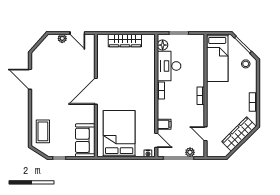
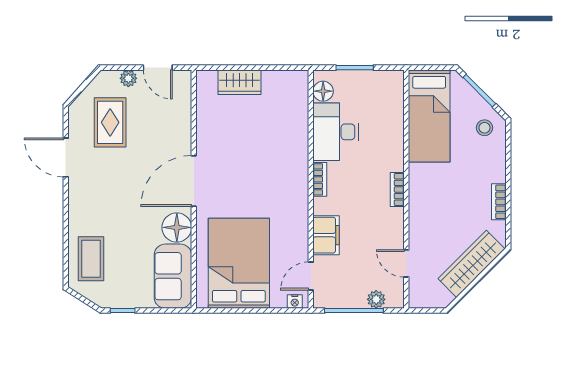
wardrobe: (125, 40) -> (239, 82), width x0.67
rug: (53, 61) -> (110, 122), added
floor lamp: (87, 115) -> (177, 227), added
filing cabinet: (164, 124) -> (326, 235), width x2.00
door: (156, 140) -> (311, 276), swing flipped

